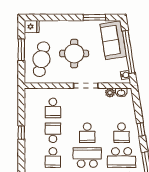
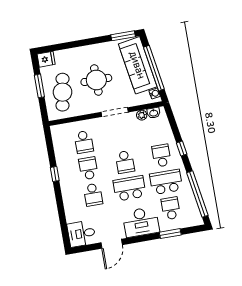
window: (94, 17) -> (123, 36), moved
sofa: (113, 40) -> (138, 65), width x1.36
school desk: (122, 133) -> (161, 156), turned 180
school desk: (122, 158) -> (166, 182), turned 180

